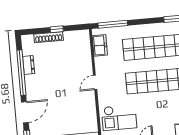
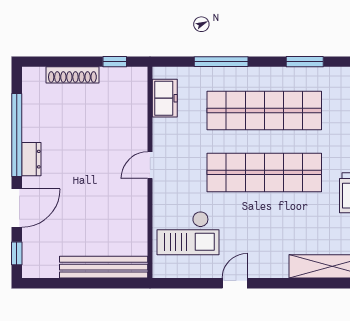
window: (113, 24) -> (221, 62), moved
window: (57, 29) -> (115, 62), moved
dresser: (29, 65) -> (31, 159), moved

